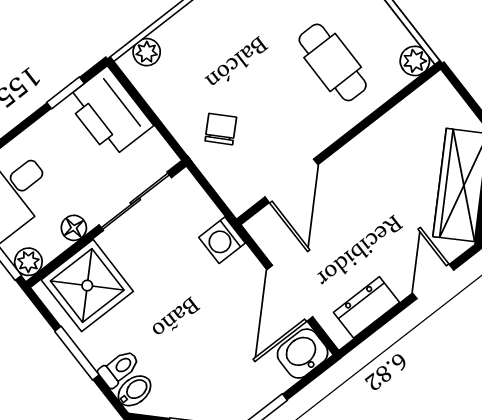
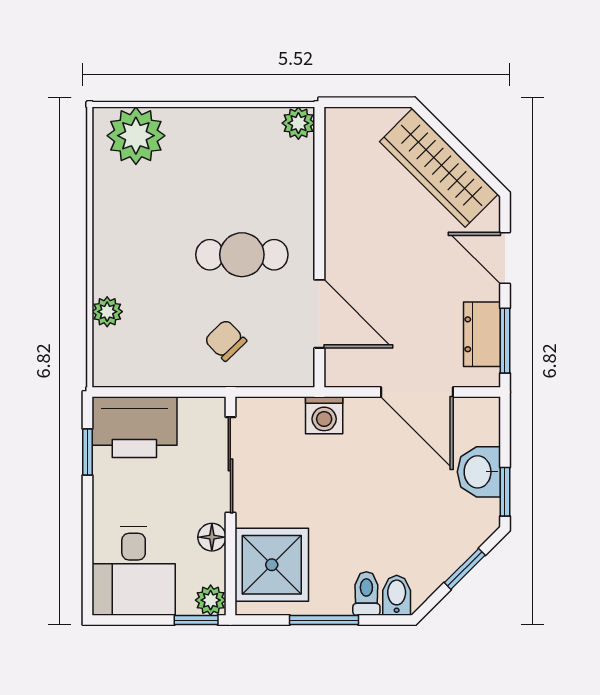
plant: (147, 52) -> (107, 312), moved
cafe table: (333, 62) -> (242, 255), moved
window: (375, 327) -> (505, 341), added
washbasin: (303, 354) -> (479, 472), moved

